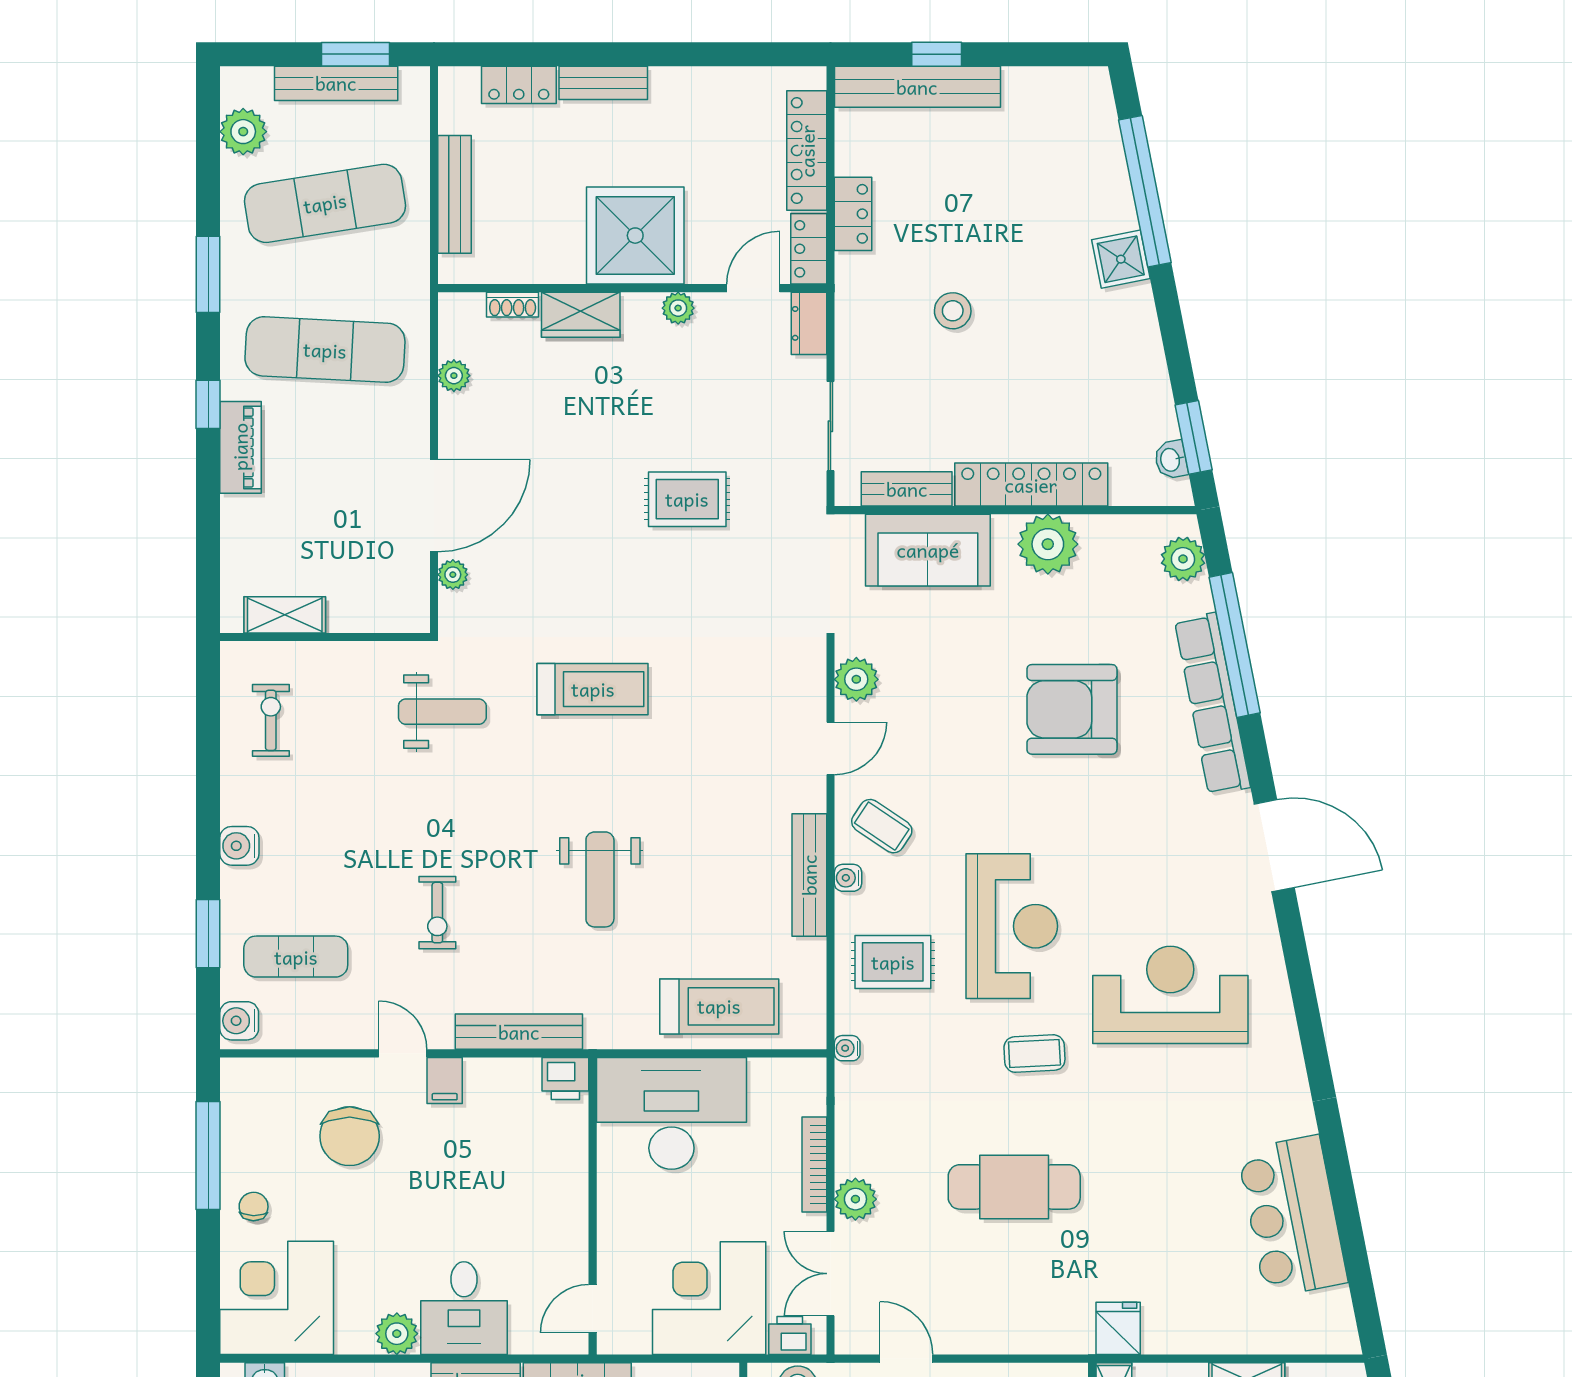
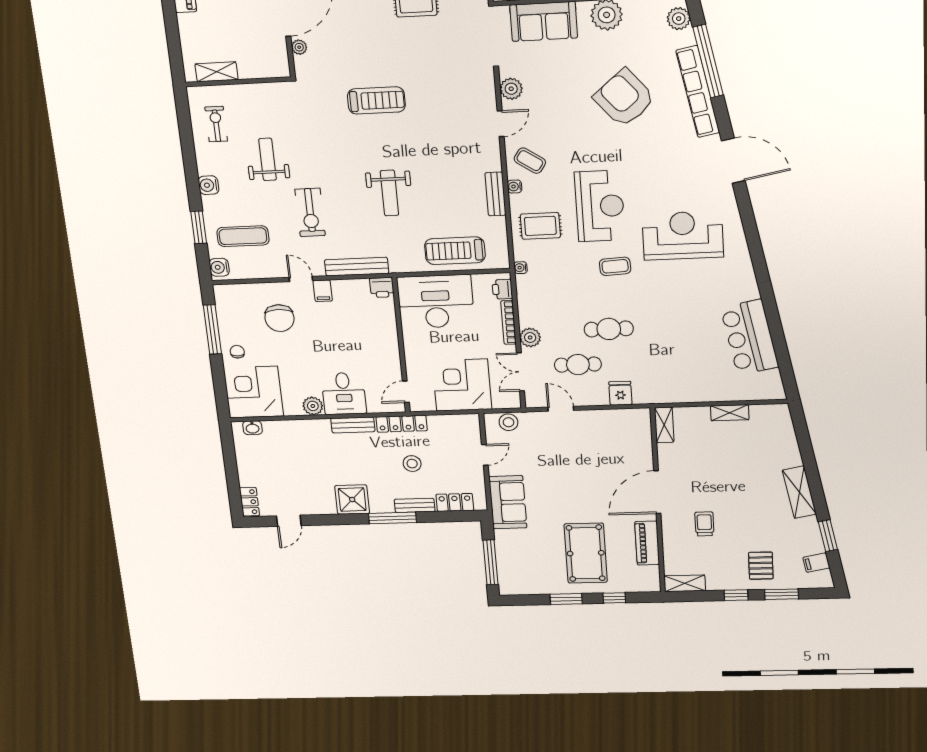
armchair: (1072, 709) -> (624, 98), turned 50
weight bench: (442, 712) -> (267, 159), moved, turned -90
bench: (809, 875) -> (495, 194), width x0.73
exercise bike: (437, 913) -> (310, 212), width x1.38, depth x1.39
treadmill: (719, 1006) -> (455, 251), turned 180
cafe table: (1014, 1187) -> (609, 329), width x0.73, depth x0.74
cafe table: (948, 1262) -> (578, 365), added
fridge: (1118, 1328) -> (620, 393), moved
printer: (790, 1335) -> (502, 289), moved, turned -90

